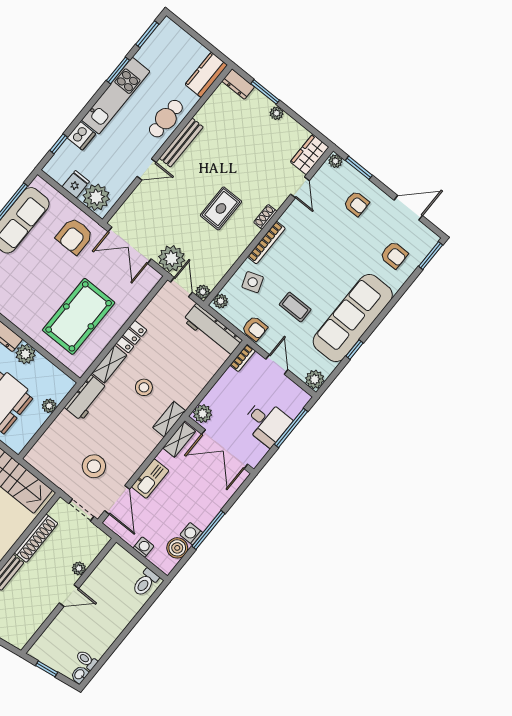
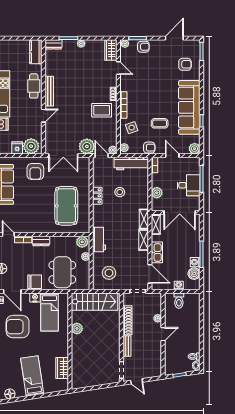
armchair: (356, 204) -> (143, 47), moved
rug: (221, 208) -> (102, 110), moved, turned 90
plant: (25, 354) -> (82, 242), moved
shelving: (109, 364) -> (144, 240), moved
stool: (144, 387) -> (120, 192), moved
plant: (203, 414) -> (157, 193), moved
stool: (94, 466) -> (109, 273), moved
toilet: (145, 583) -> (179, 301), moved

